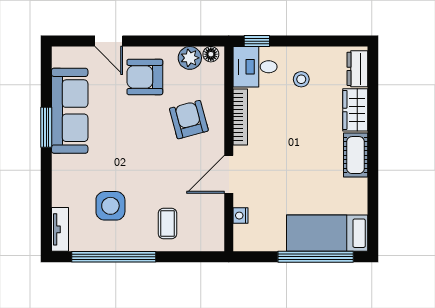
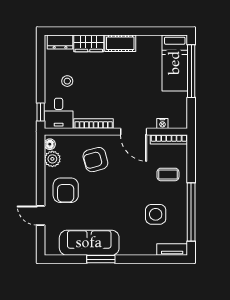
door: (109, 41) -> (41, 215), swing flipped
bookcase: (218, 225) -> (169, 139), added

